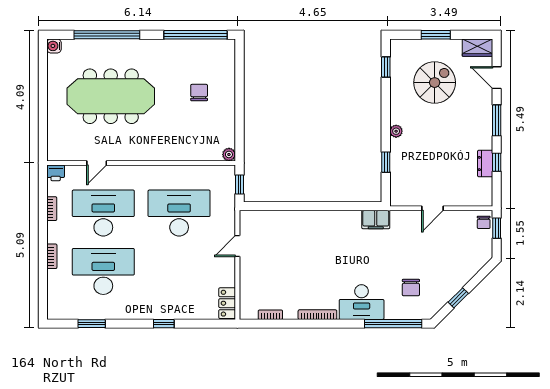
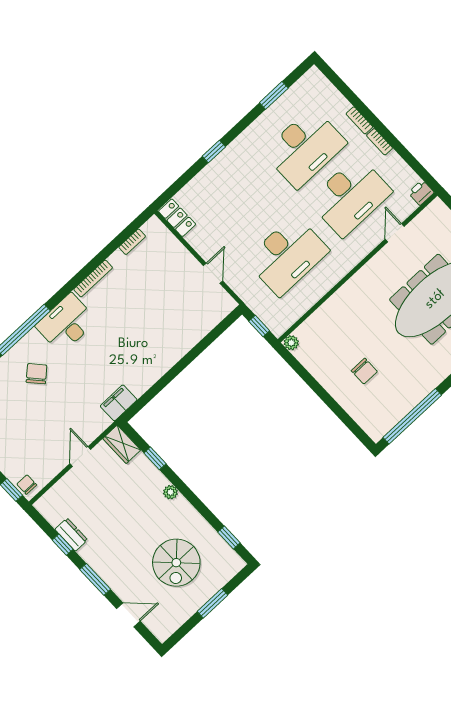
wardrobe: (477, 48) -> (122, 444), moved, turned -90
bookcase: (52, 209) -> (380, 142), moved
chair: (411, 288) -> (36, 374), turned 48

